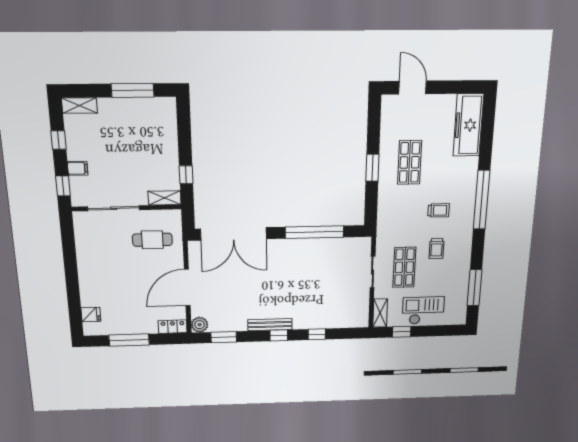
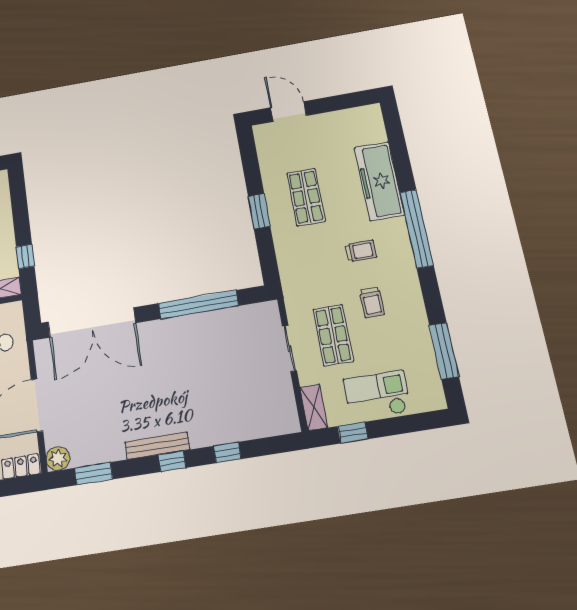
freezer: (468, 125) -> (379, 181), moved

